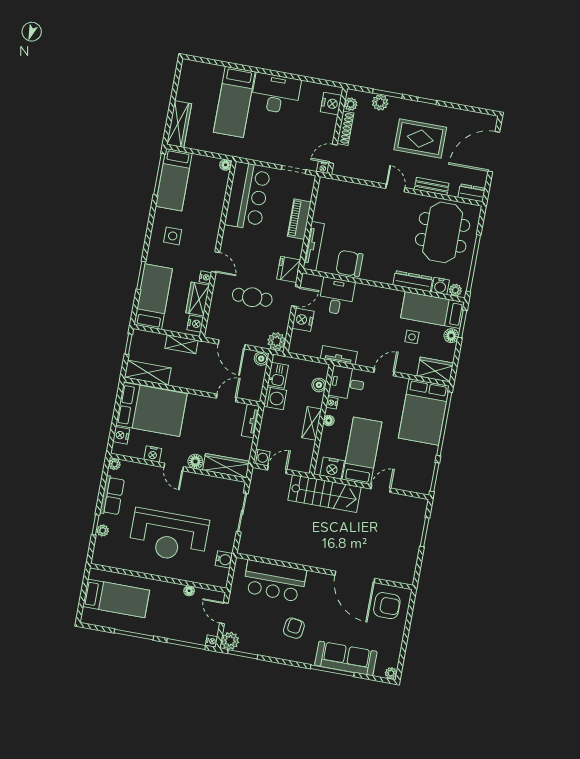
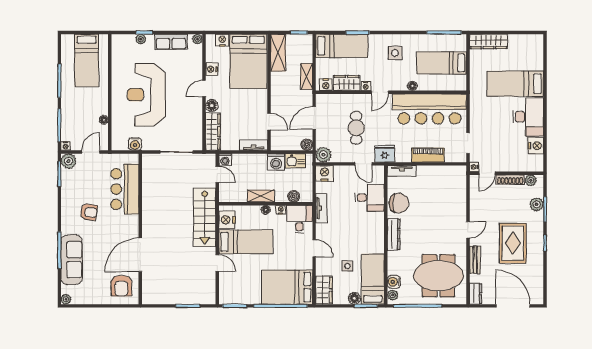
nightstand: (331, 104) -> (536, 146), moved, turned -90
door: (333, 154) -> (487, 173), swing flipped
floor lamp: (226, 165) -> (412, 86), moved
bed: (174, 180) -> (442, 63), moved
bar counter: (248, 196) -> (429, 109), width x1.36
tv unit: (314, 246) -> (402, 171), width x0.71
chair: (349, 263) -> (399, 203), turned 90
dresser: (413, 281) -> (394, 235), moved
nightstand: (303, 320) -> (324, 173), moved

